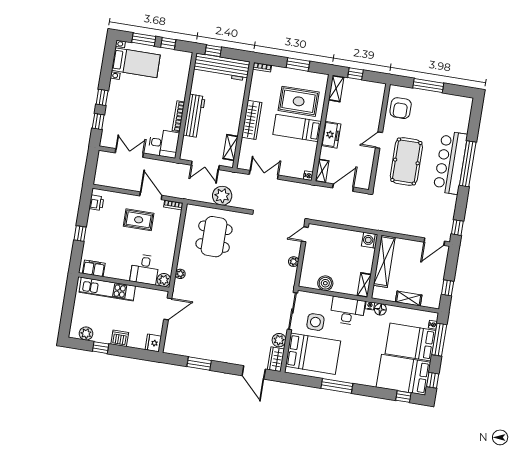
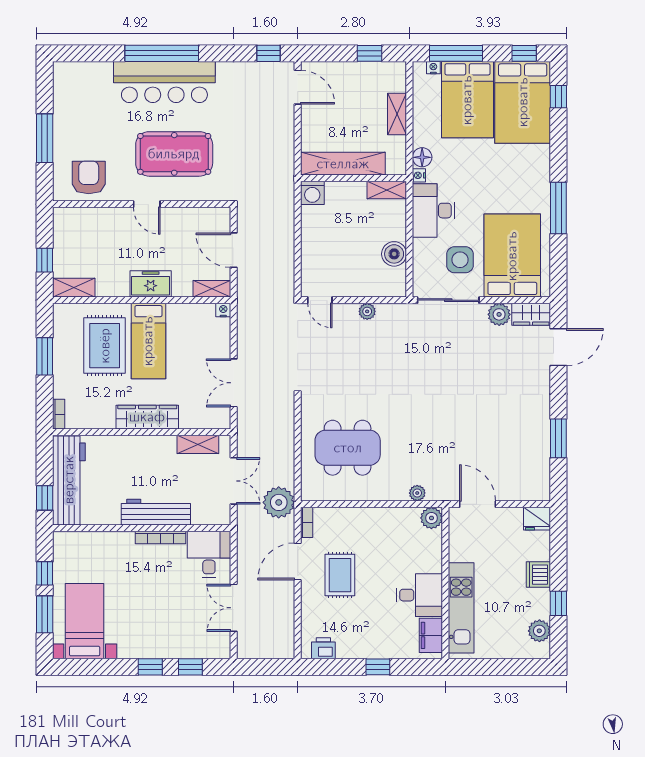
armchair: (401, 108) -> (89, 177), turned -90
plant: (222, 196) -> (279, 502), moved
desk: (145, 269) -> (419, 595), moved

